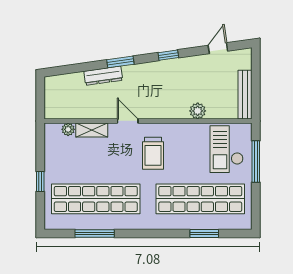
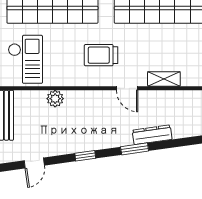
plant: (68, 129) -> (188, 80), removed
trolley: (153, 153) -> (101, 55), turned -90

